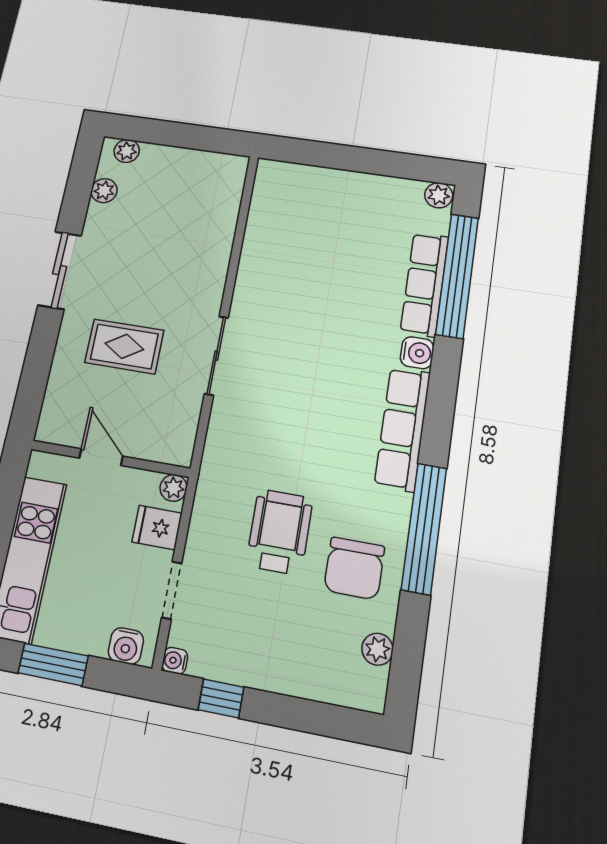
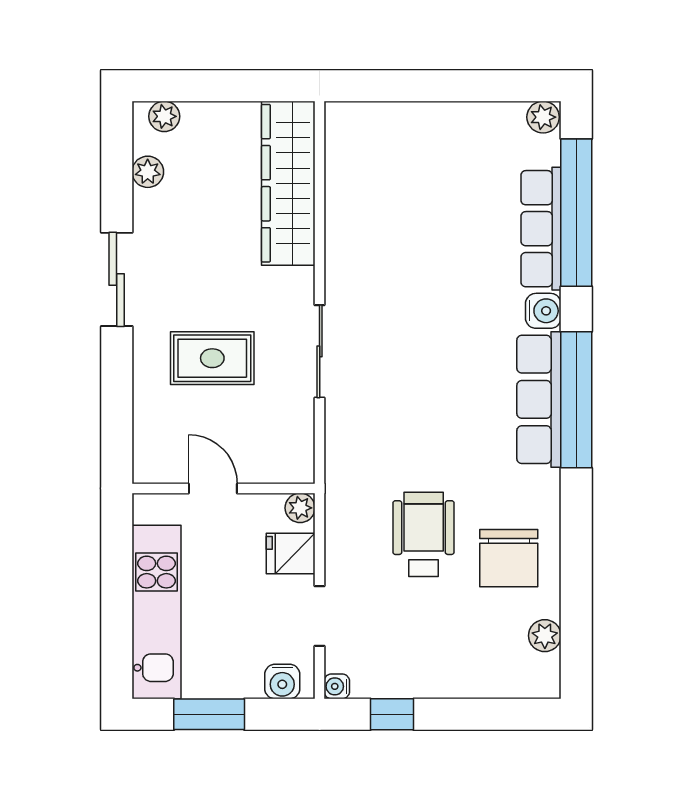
wardrobe: (216, 216) -> (288, 183), added
window: (424, 528) -> (576, 400), moved

